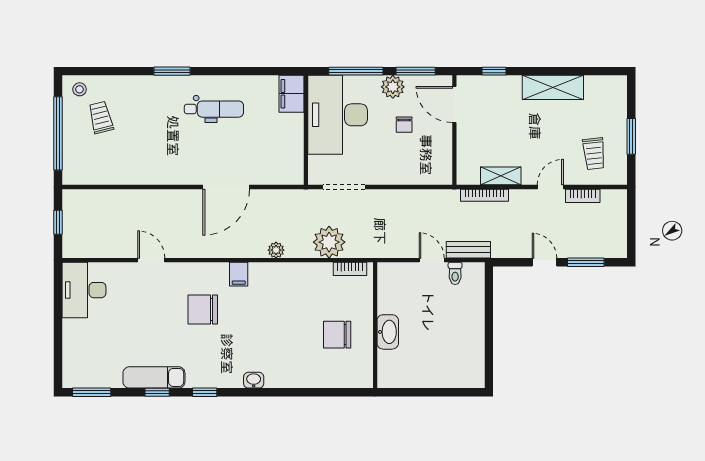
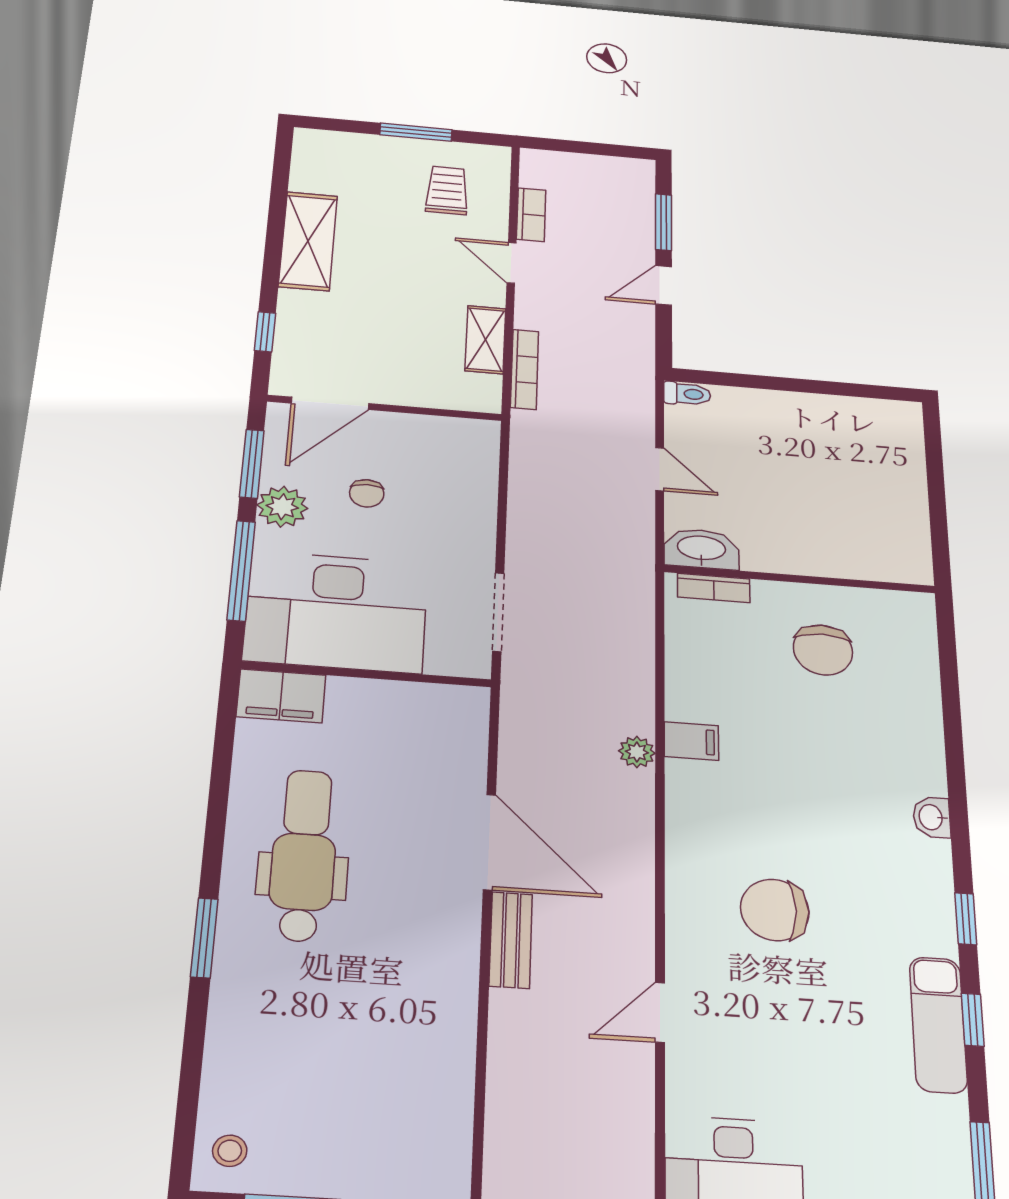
dental chair: (214, 109) -> (304, 855), width x1.36, depth x1.38
trolley: (101, 117) -> (305, 1105), removed
chair: (404, 125) -> (367, 493), turned 90
trolley: (594, 154) -> (447, 190), turned -84
plant: (329, 242) -> (620, 649), removed
bench: (468, 250) -> (511, 940), moved
door: (432, 260) -> (660, 469), swing flipped
bookcase: (350, 269) -> (714, 588), moved, turned 90
toilet: (455, 273) -> (687, 394), moved
filing cabinet: (239, 274) -> (691, 741), moved
chair: (203, 309) -> (775, 910), turned 90
washbasin: (388, 332) -> (701, 549), moved

